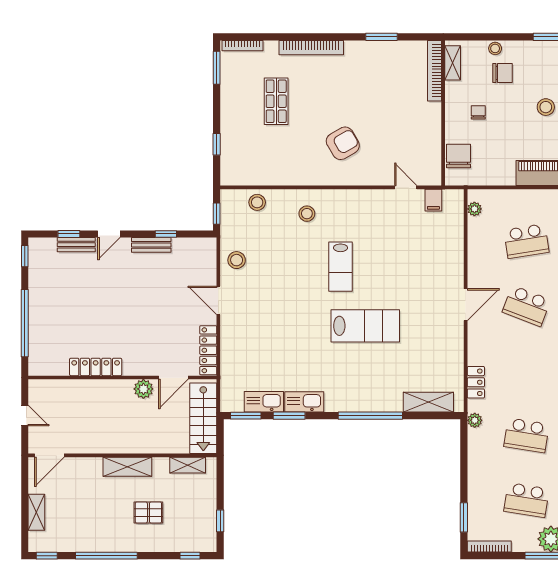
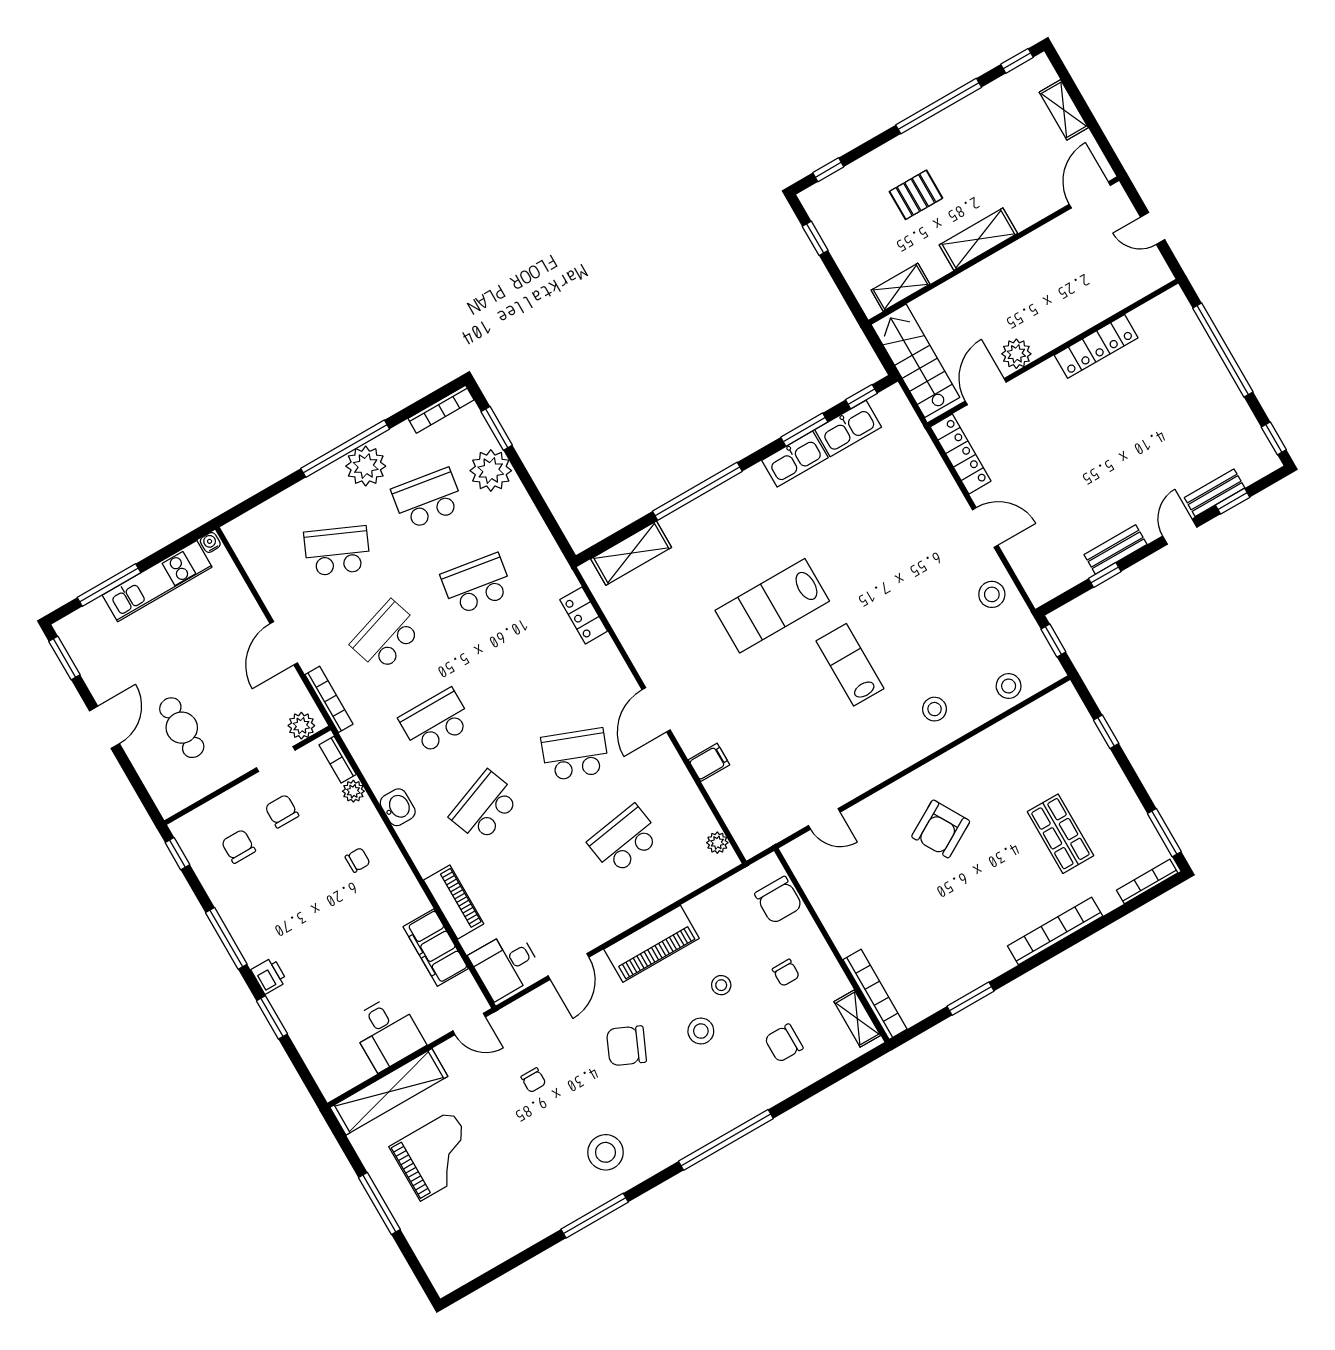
stool: (495, 48) -> (721, 985), moved
filing cabinet: (433, 200) -> (709, 762), moved, turned 90
window: (246, 416) -> (861, 397), width x0.67
plant: (475, 420) -> (491, 471), moved, width x1.88, depth x1.88

